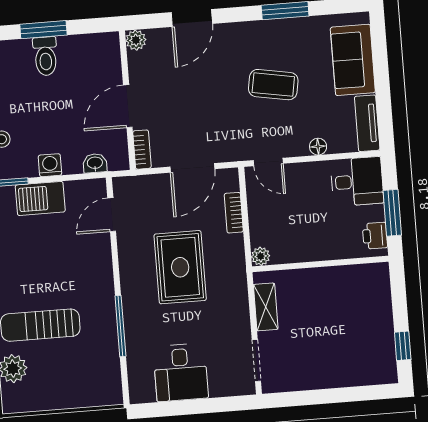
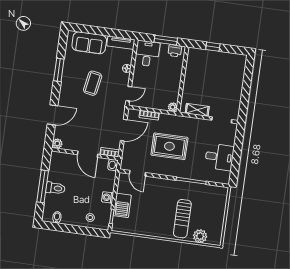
door: (192, 18) -> (53, 115), hinge flipped
window: (43, 30) -> (43, 186), width x1.44
washbasin: (95, 163) -> (113, 165), moved
door: (192, 168) -> (124, 130), hinge flipped
window: (403, 346) -> (213, 47), moved

